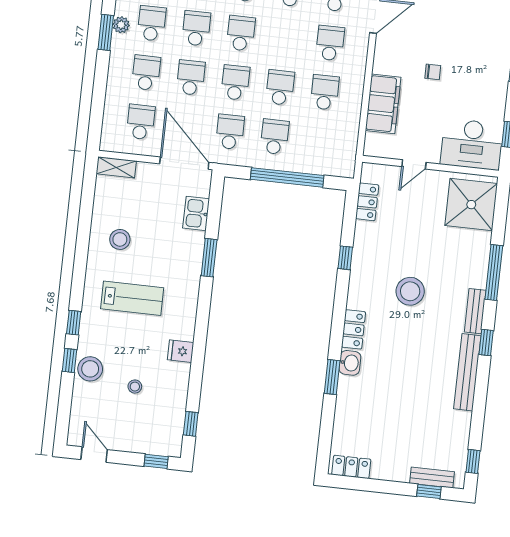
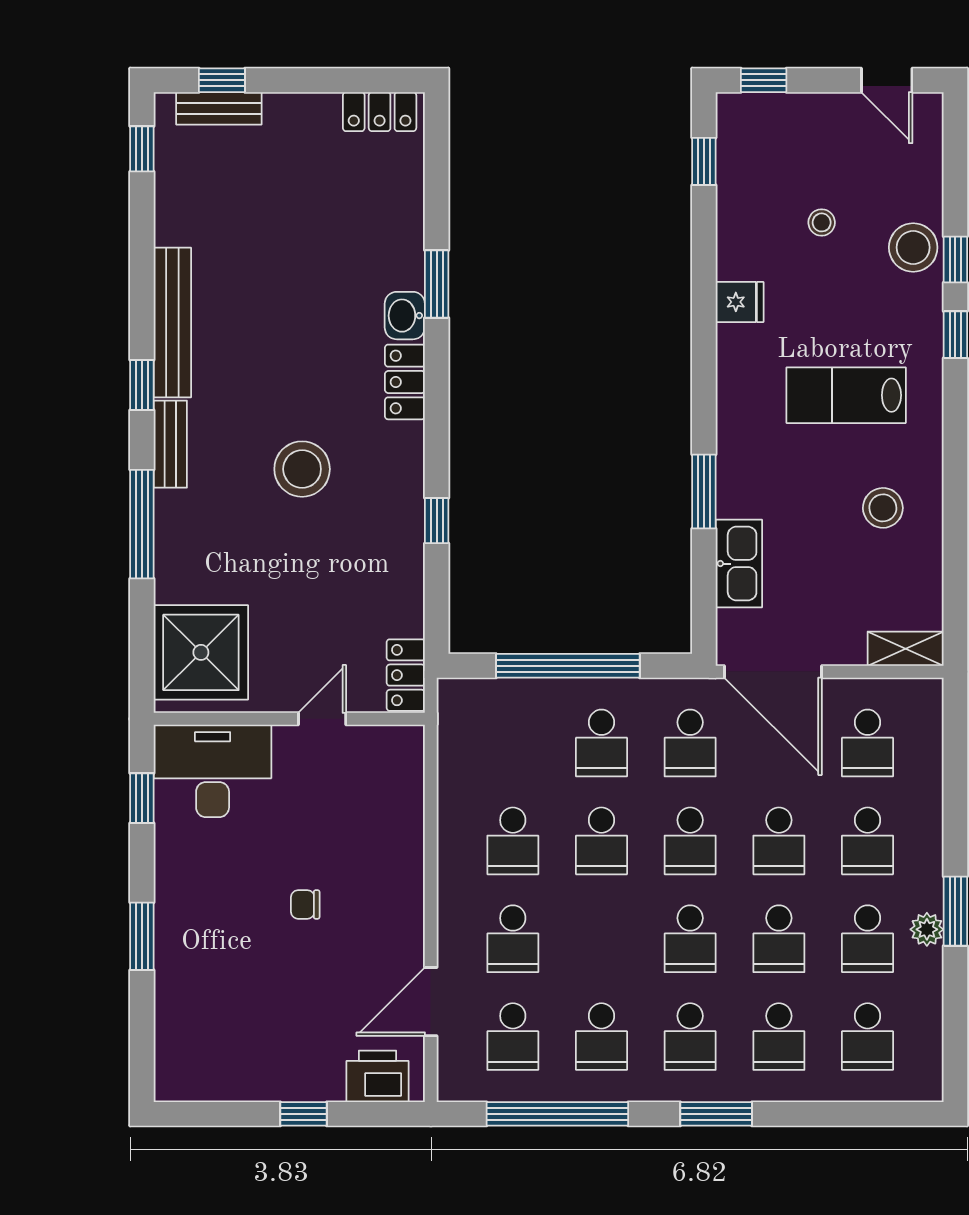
filing cabinet: (383, 104) -> (396, 831), removed
locker: (367, 202) -> (406, 675), moved
kitchen sink: (196, 213) -> (739, 564), width x1.38

